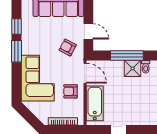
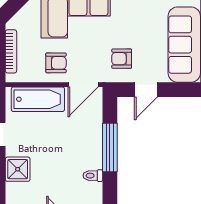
armchair: (68, 48) -> (122, 59), turned -118
shower: (133, 68) -> (18, 169), moved
armchair: (71, 91) -> (56, 63), turned 90

